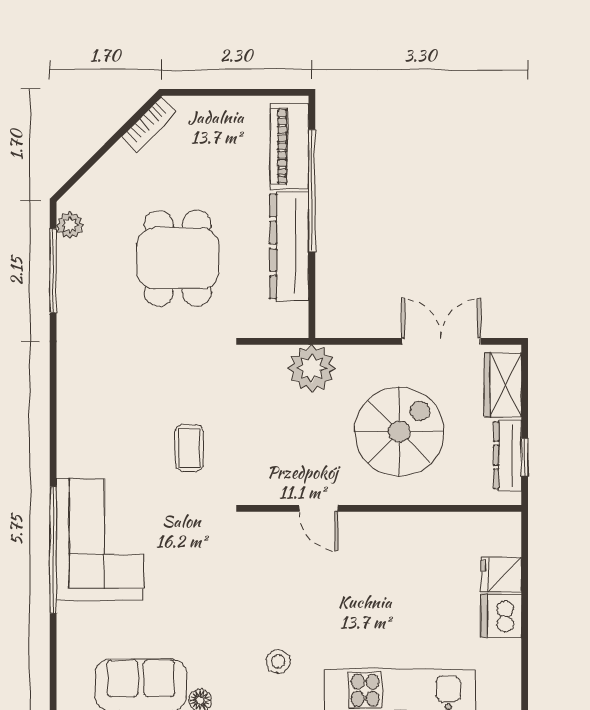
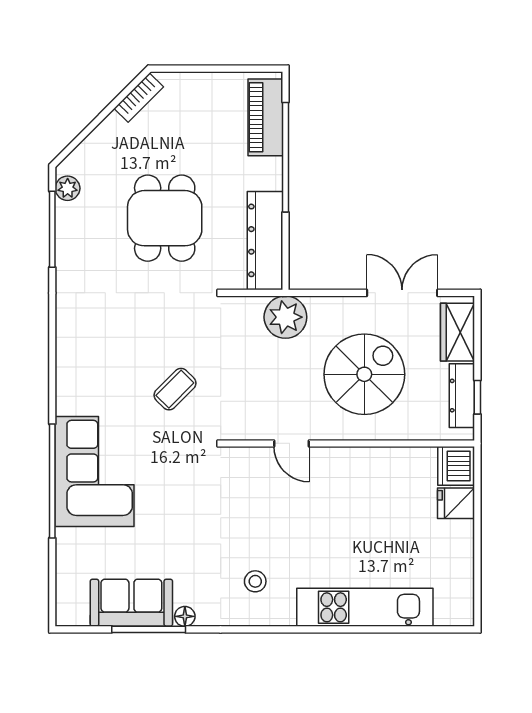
dresser: (289, 246) -> (265, 240), moved
coffee table: (189, 448) -> (175, 389), turned 45
dishwasher: (501, 616) -> (456, 466), moved

